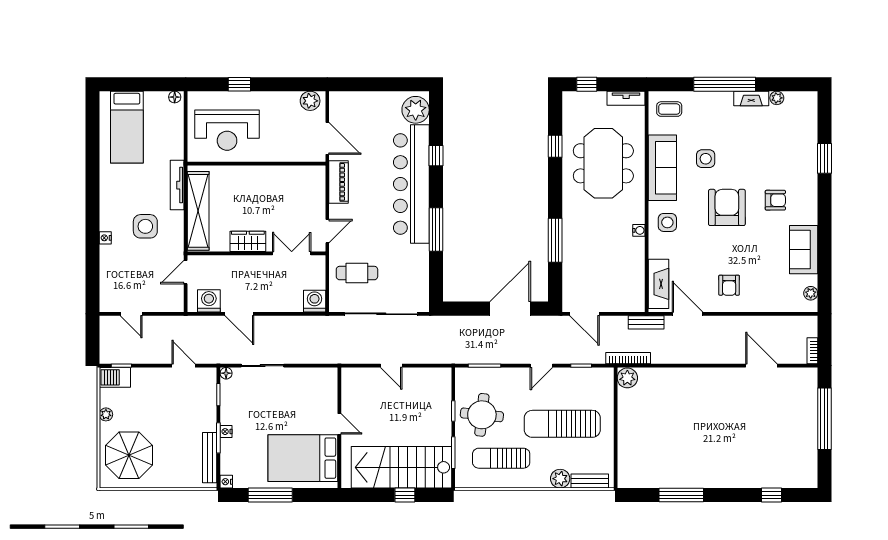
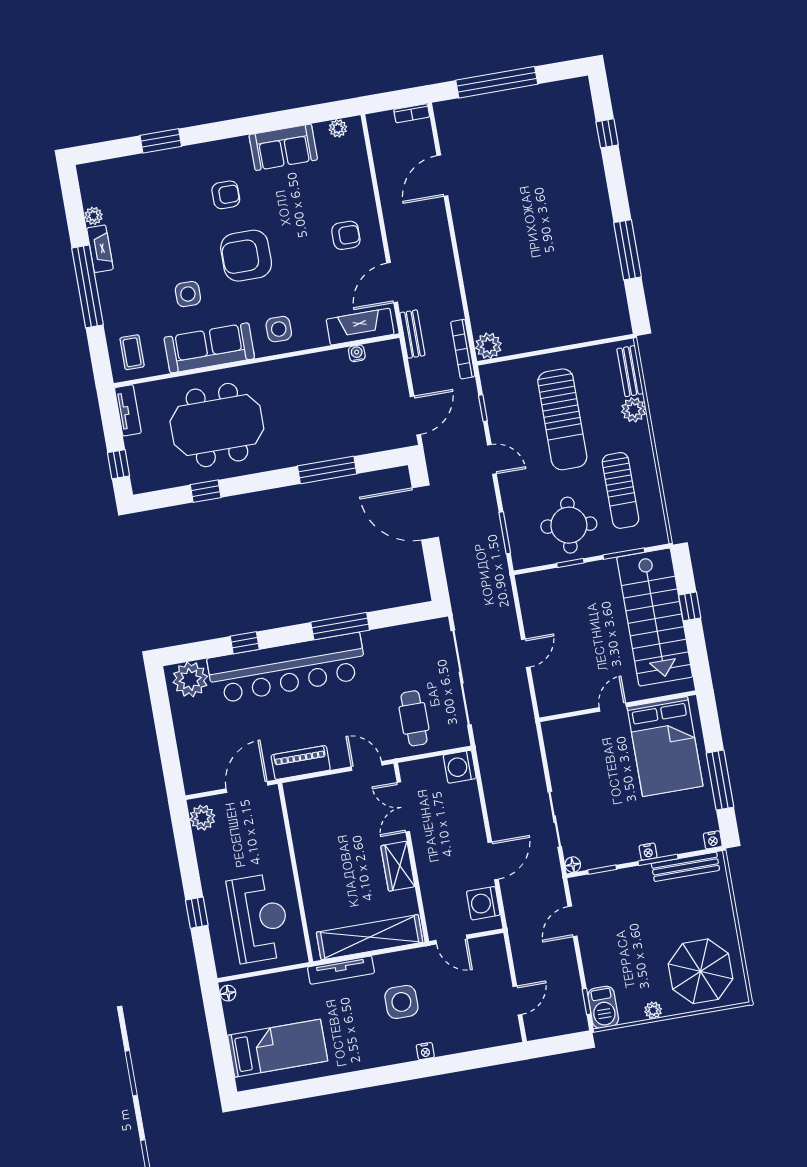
armchair: (775, 200) -> (226, 195), turned 90
water cooler: (639, 230) -> (357, 353), moved

